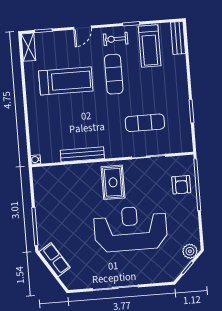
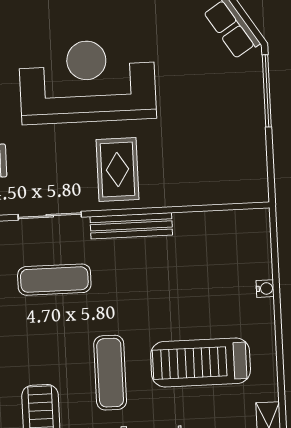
bench: (82, 154) -> (131, 226), moved
water cooler: (36, 160) -> (265, 289), moved
reception desk: (130, 229) -> (87, 81), turned 180

